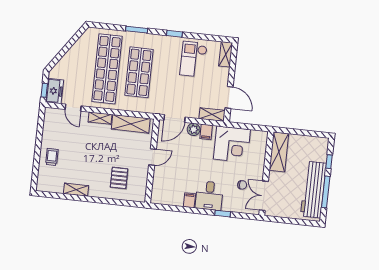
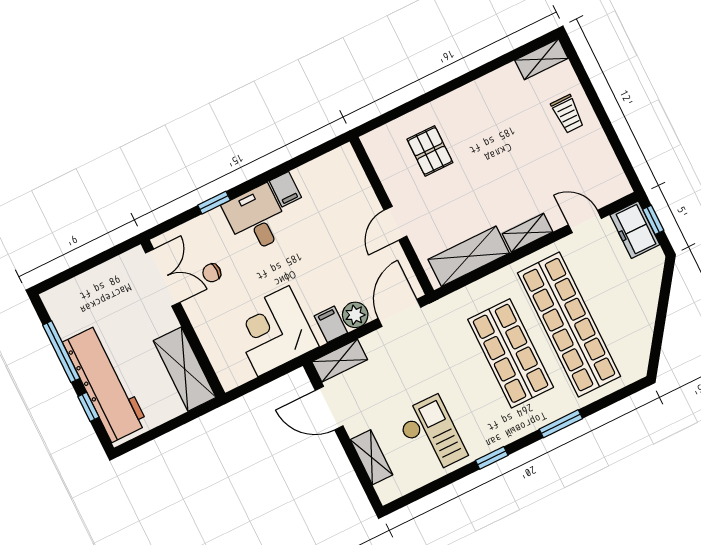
shelving: (226, 54) -> (372, 457), moved
shelving: (76, 190) -> (541, 59), moved
workbench: (313, 190) -> (105, 383), moved

